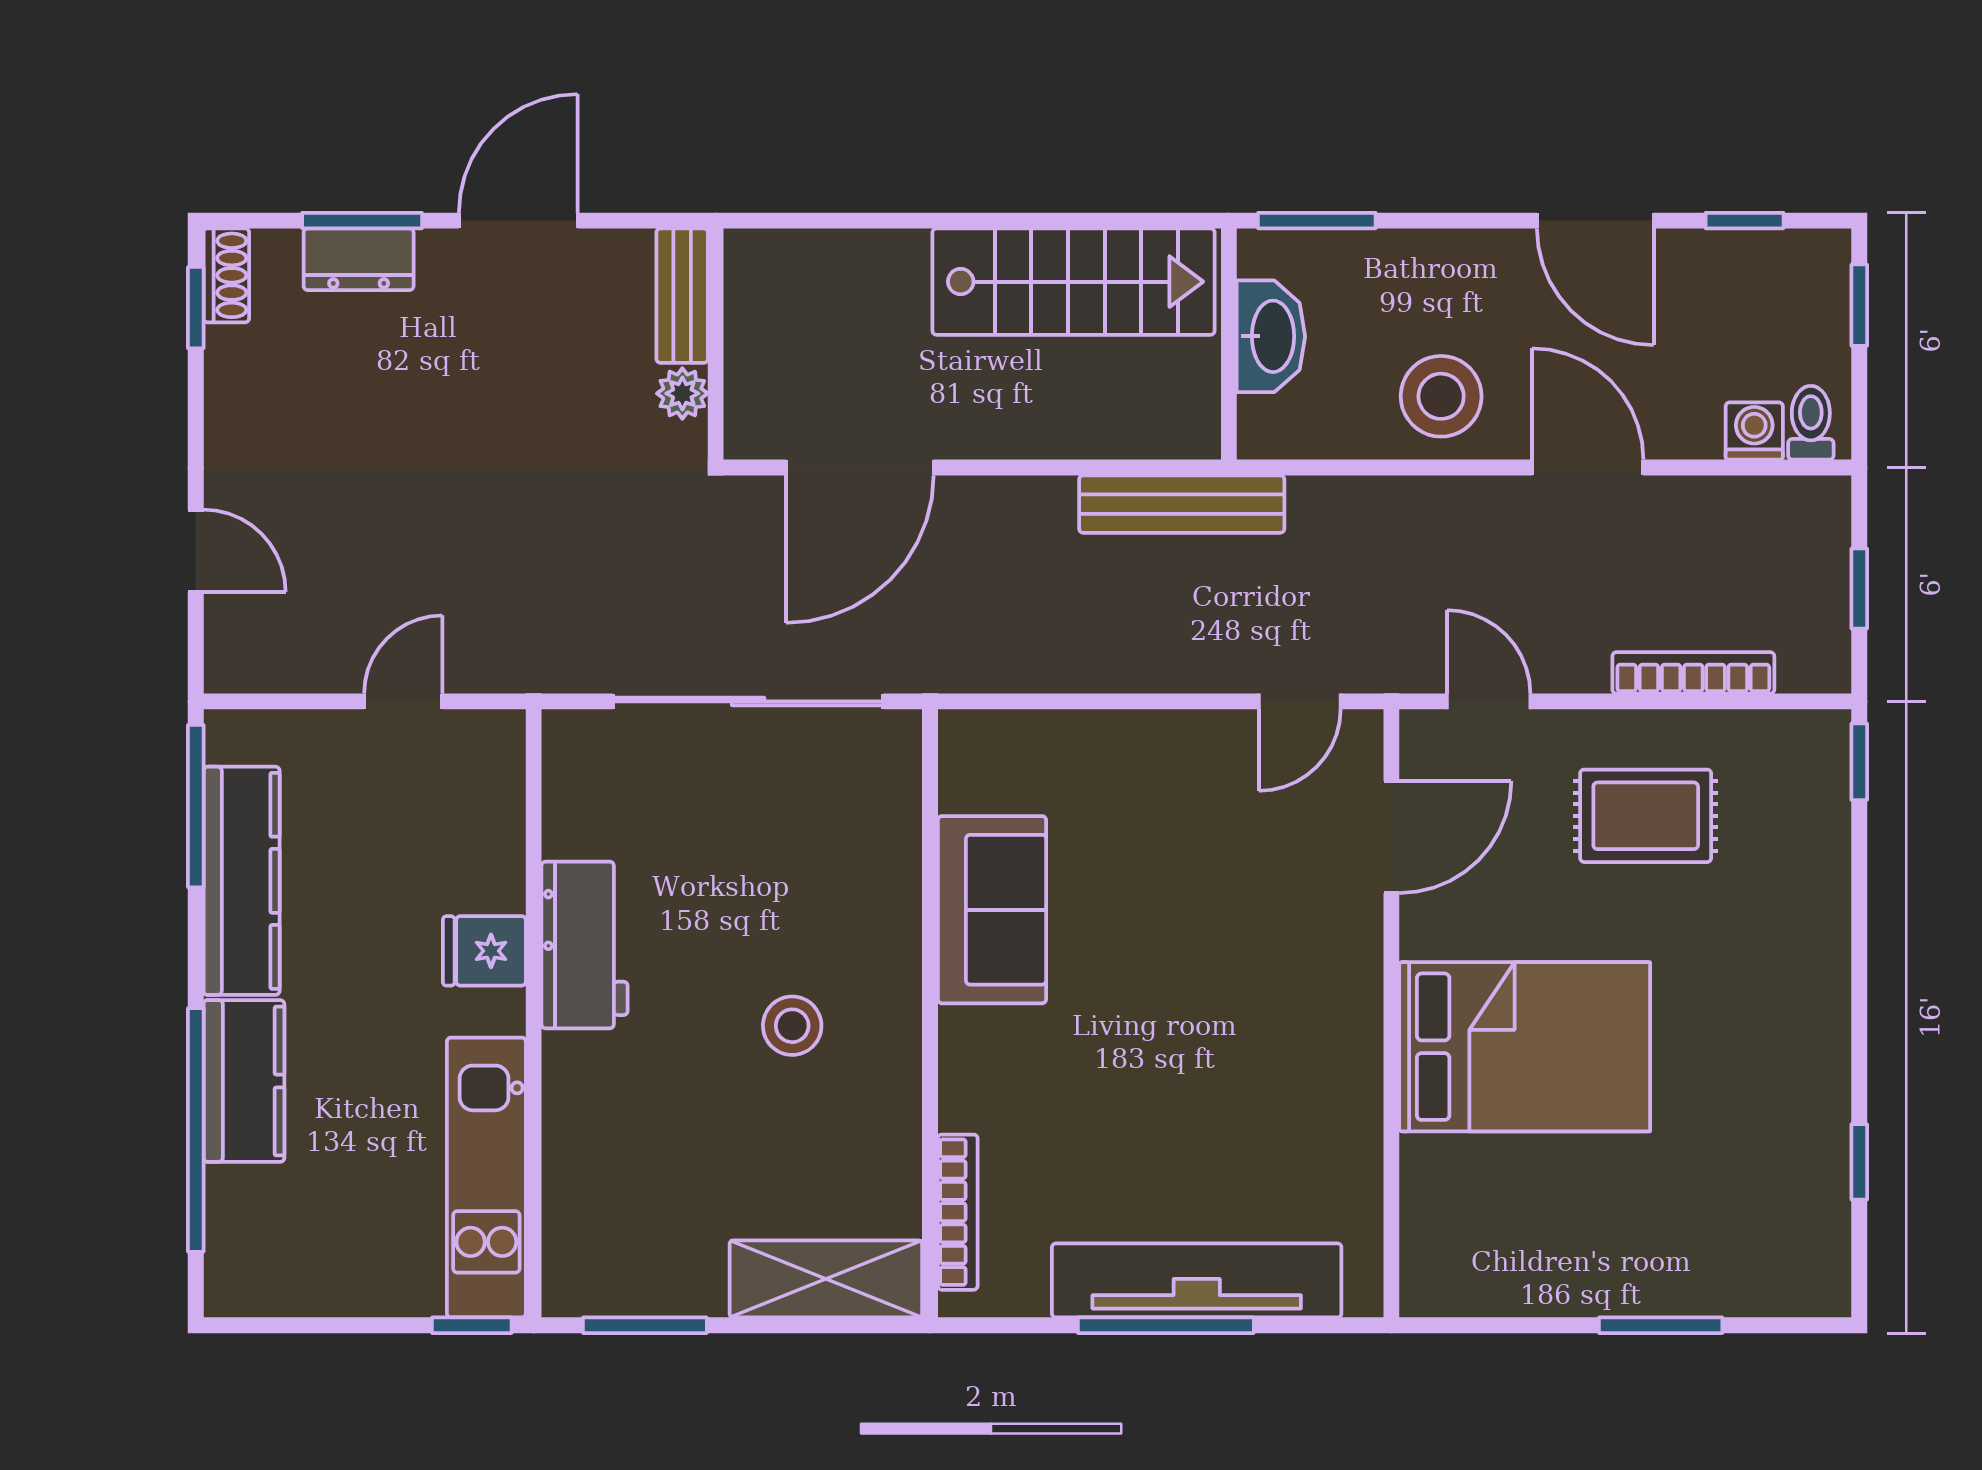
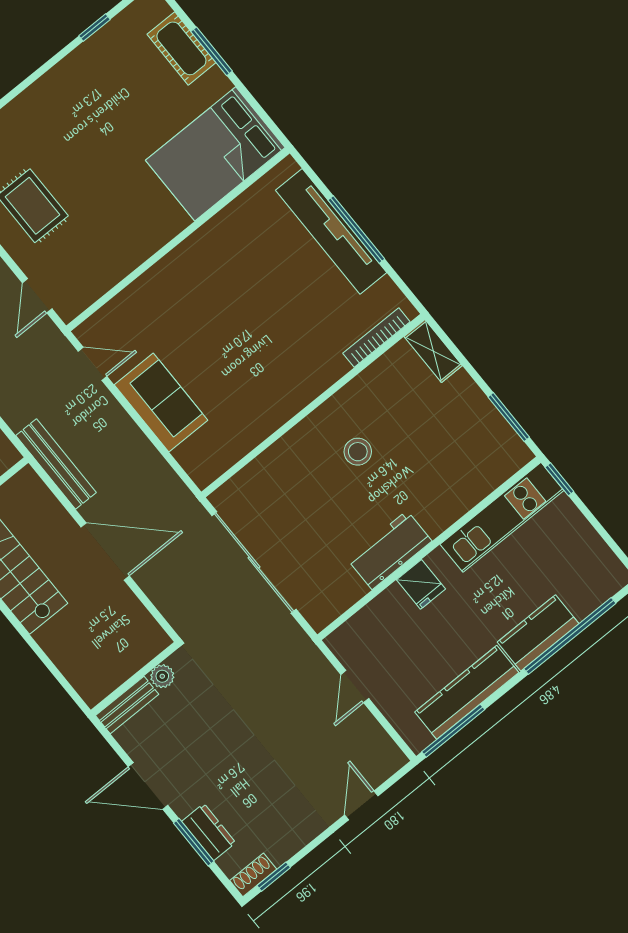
door: (860, 467) -> (105, 551), moved
door: (403, 701) -> (355, 687), hinge flipped
door: (1391, 837) -> (115, 291), removed
sofa: (992, 910) -> (161, 403), moved, turned 90
bed: (1525, 1047) -> (215, 154), moved, turned -90
shelving: (826, 1279) -> (433, 351), width x0.67, depth x0.75
cot: (1706, 1279) -> (181, 48), added

